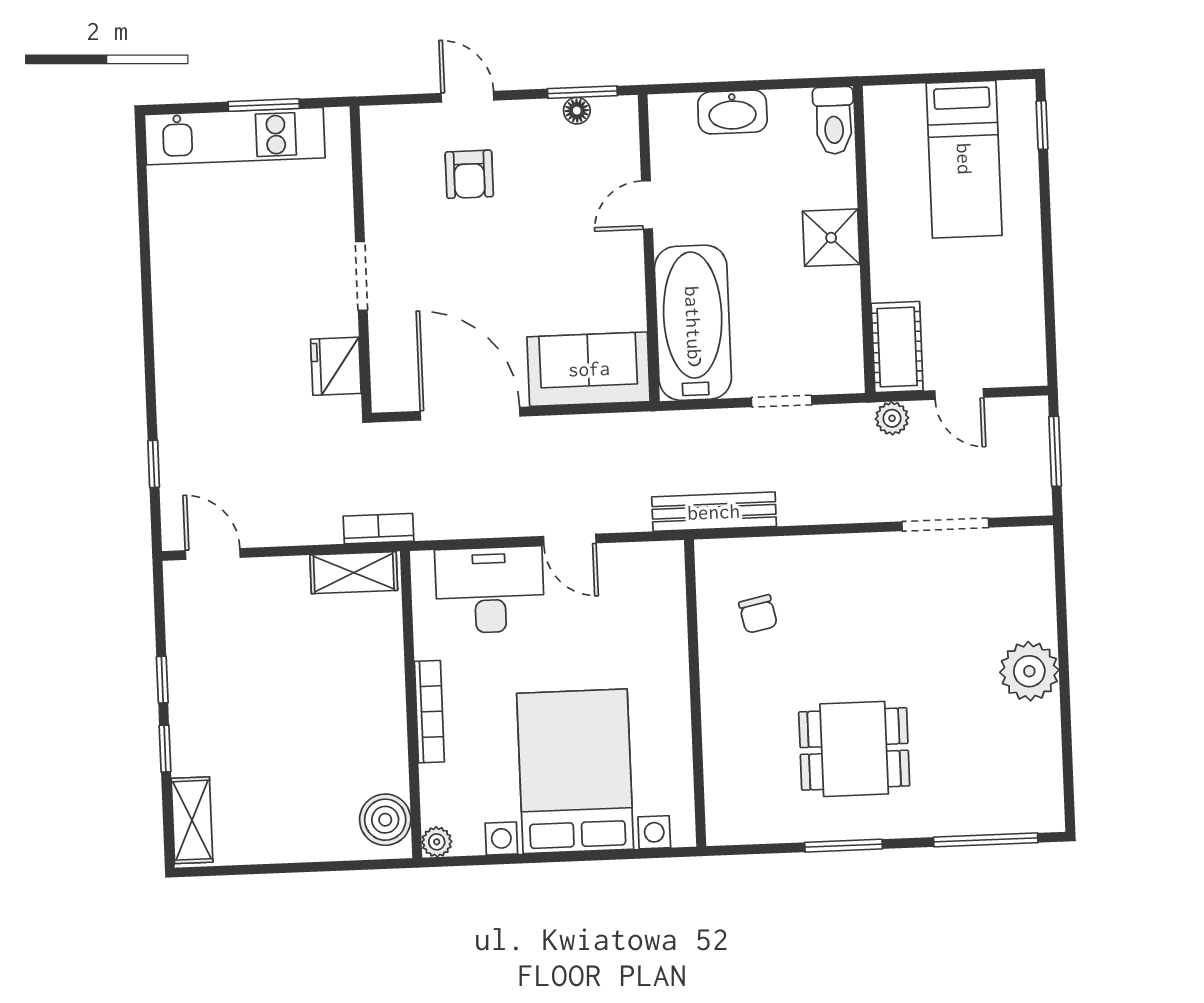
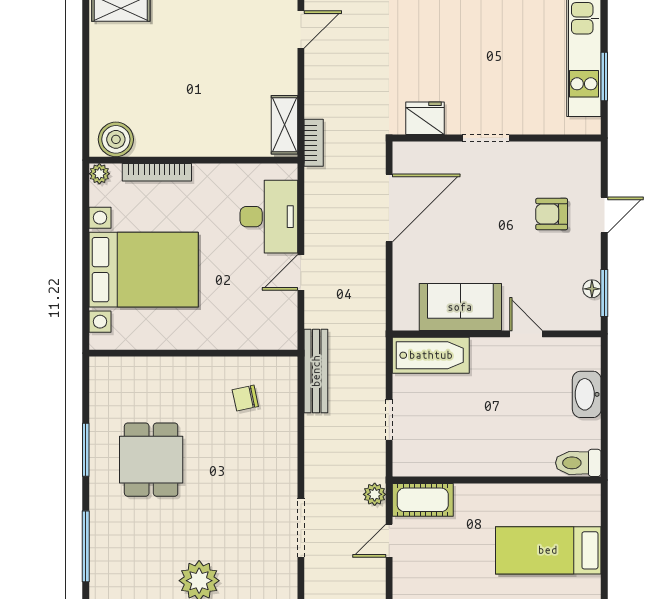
shower: (831, 238) -> (499, 458), removed
bathtub: (693, 323) -> (431, 355), width x0.73, depth x0.73
sofa: (589, 369) -> (460, 307), moved, turned -90
bookcase: (429, 712) -> (157, 172), moved

